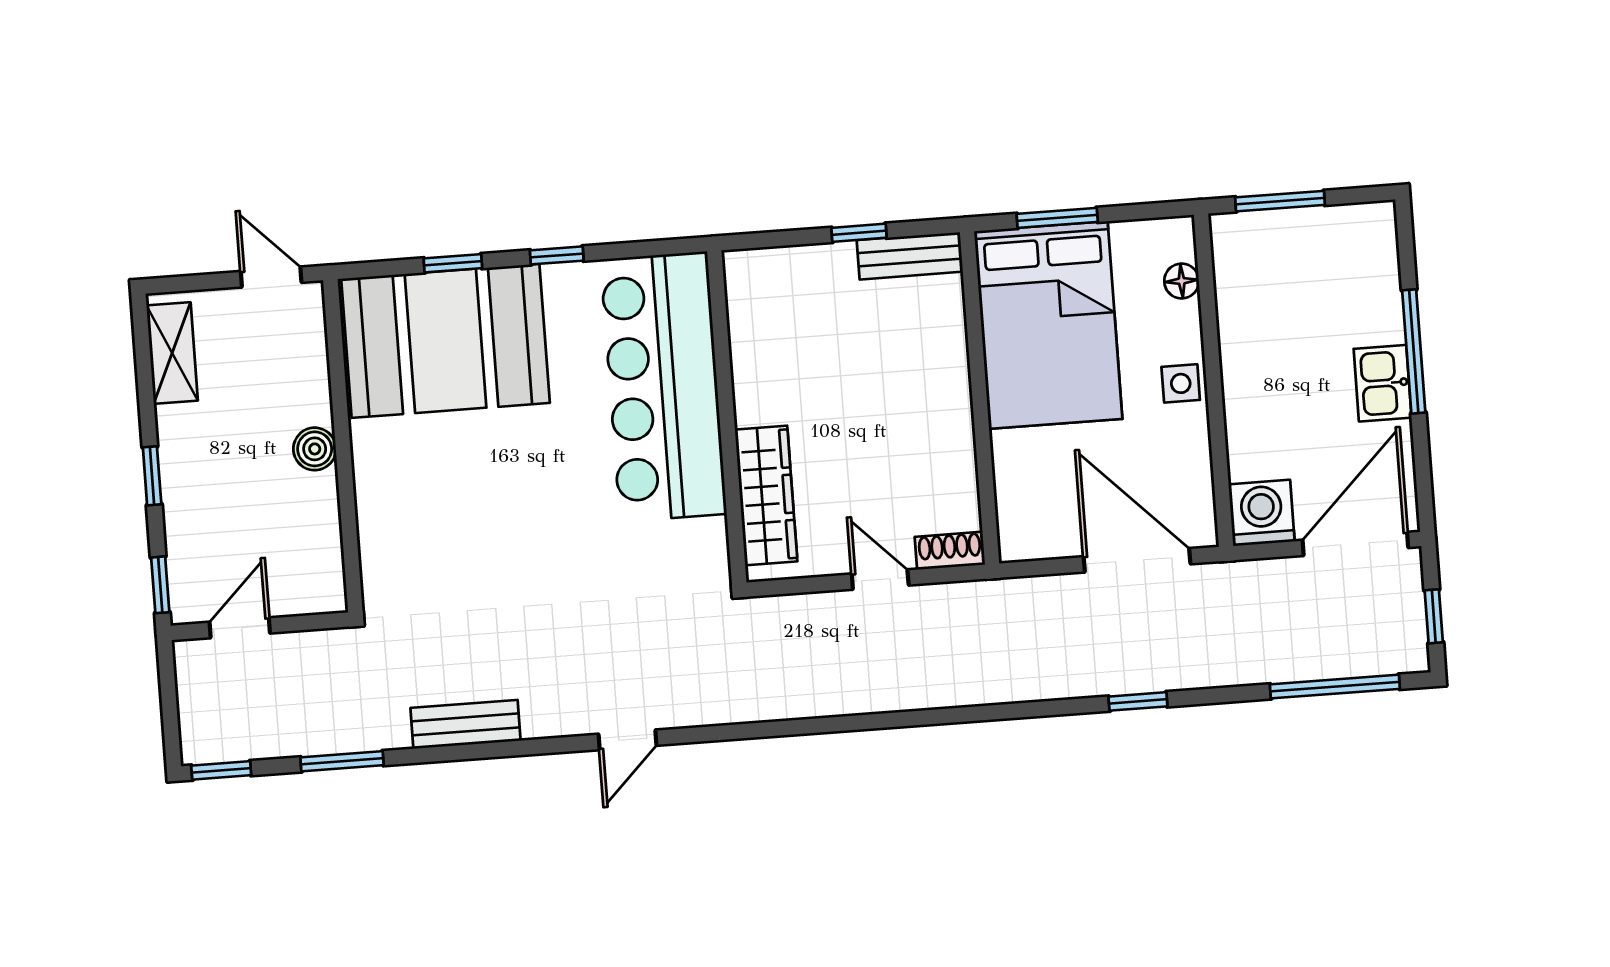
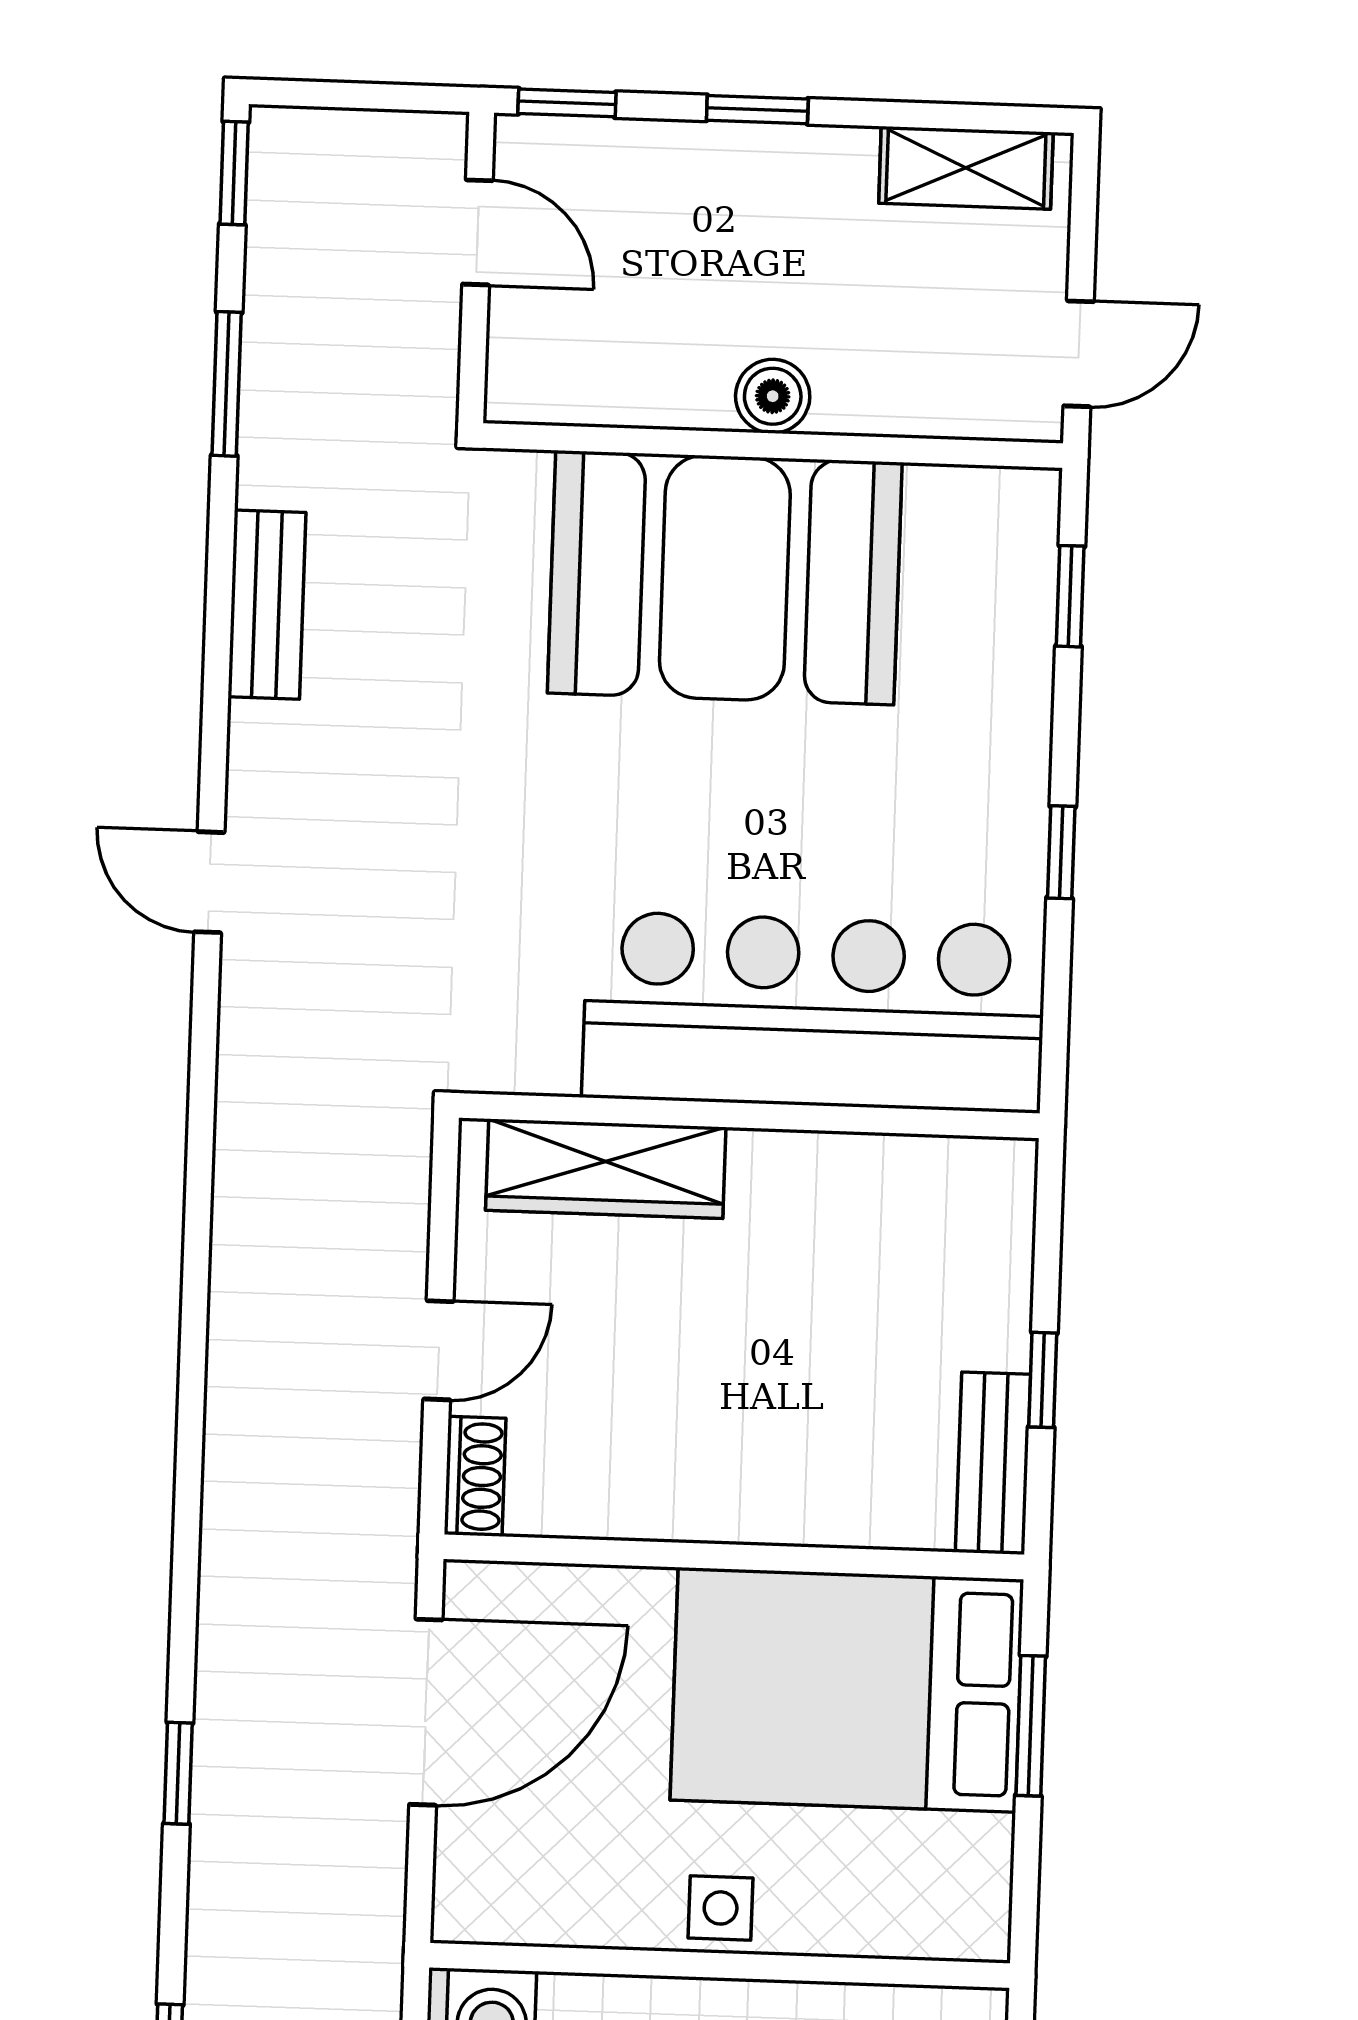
window: (453, 263) -> (1070, 596), moved
floor lamp: (1182, 281) -> (898, 1929), removed
booth: (445, 341) -> (725, 578), moved, turned 90
door: (1137, 560) -> (426, 1712), moved

